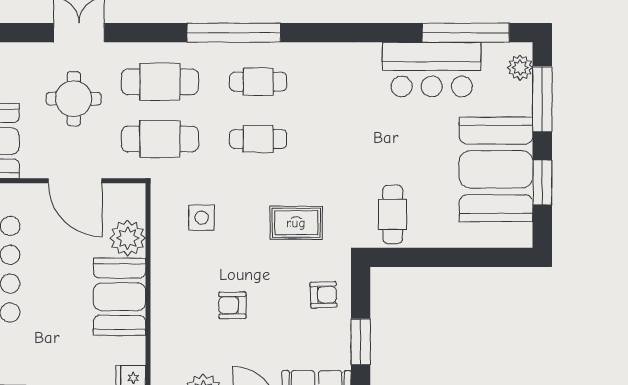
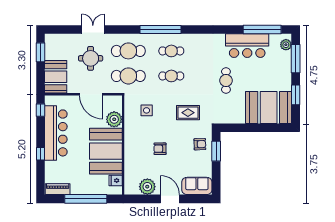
booth: (496, 169) -> (269, 108), moved, turned 90
cafe table: (393, 214) -> (226, 81), moved
booth: (120, 297) -> (106, 151), width x1.36, depth x1.42
window: (361, 342) -> (216, 151), moved

